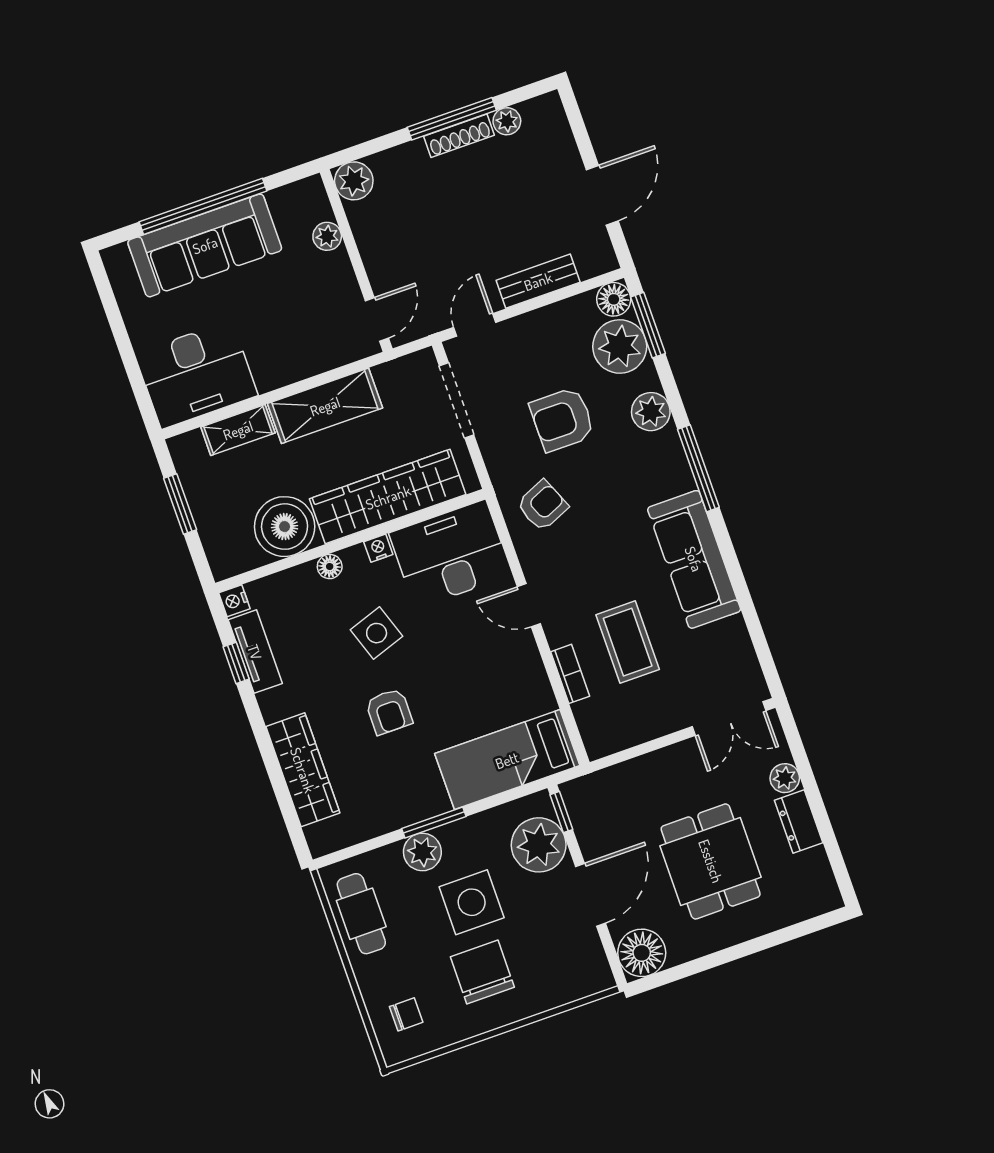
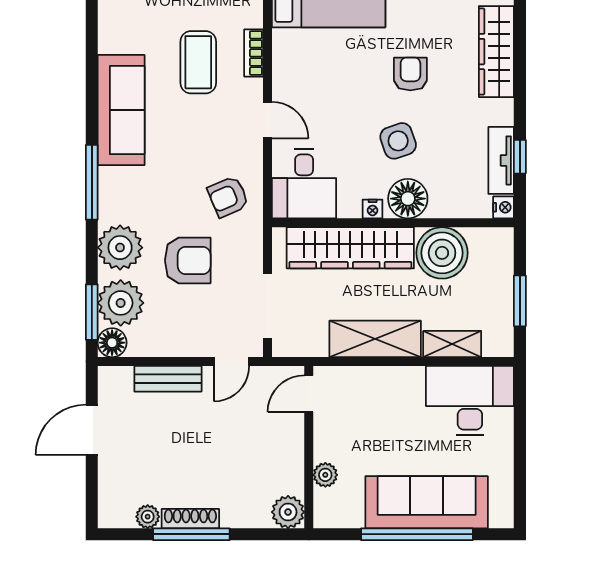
plant: (651, 412) -> (120, 248), width x1.36, depth x1.36
desk: (450, 554) -> (304, 184), width x0.73
floor lamp: (330, 566) -> (408, 199), width x1.89, depth x1.89

